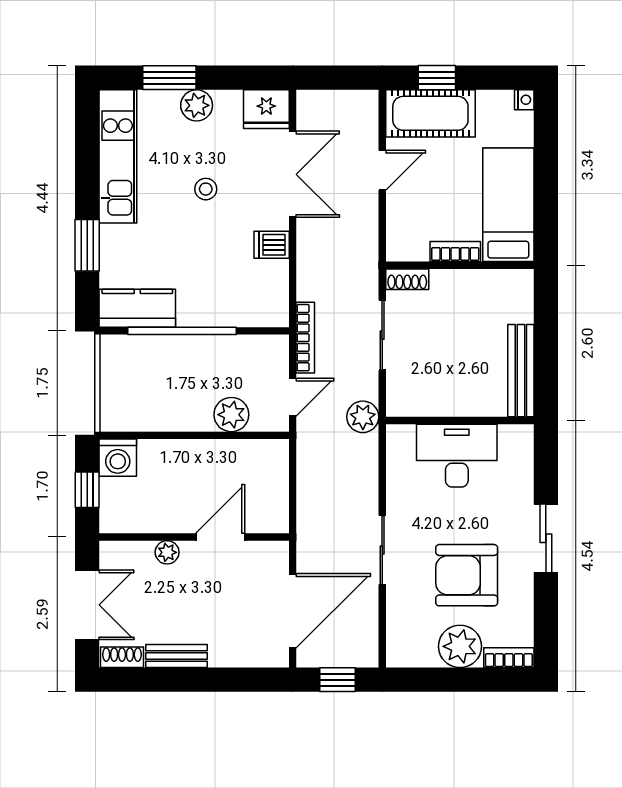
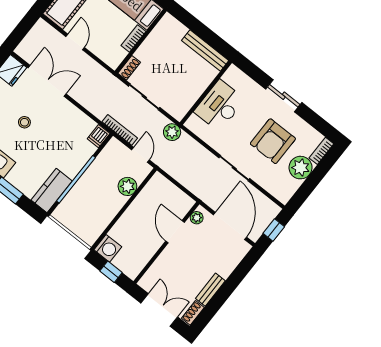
dishwasher: (272, 245) -> (99, 136), moved
plant: (167, 552) -> (197, 218), moved

